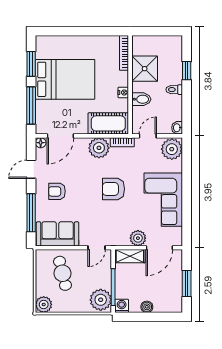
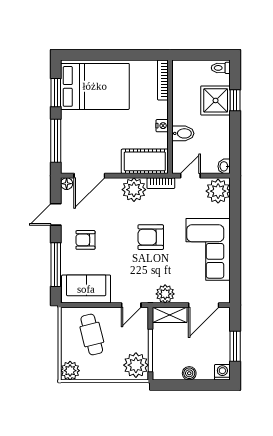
shower: (145, 69) -> (216, 100), moved
bed: (65, 79) -> (95, 86), moved
toilet: (174, 90) -> (221, 68), moved
plant: (138, 238) -> (165, 294), moved
washing machine: (122, 306) -> (222, 372), moved

